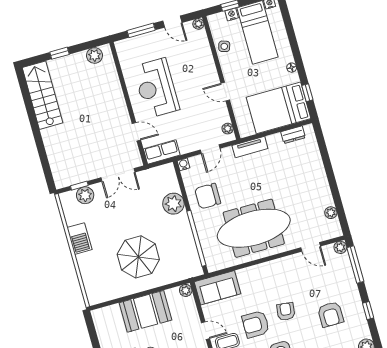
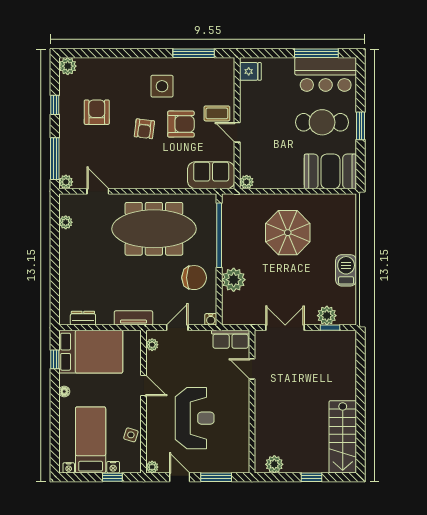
reception desk: (156, 88) -> (195, 418), moved
booth: (145, 311) -> (330, 171), moved

